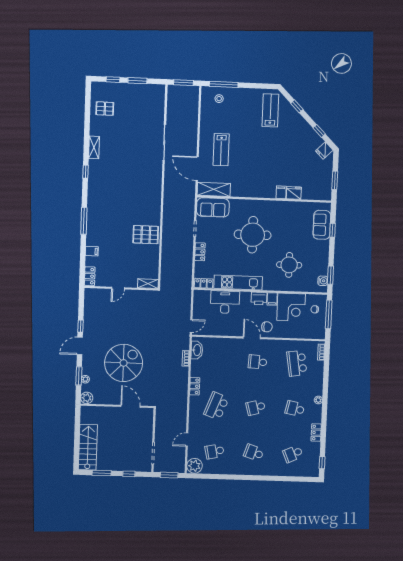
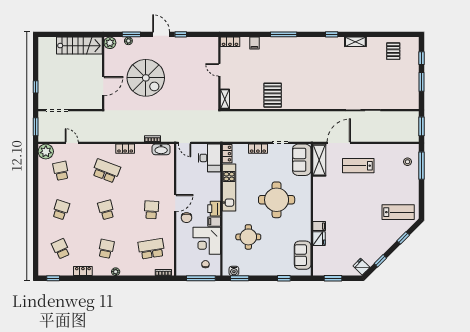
sofa: (322, 225) -> (303, 255), moved, turned -90
desk: (225, 302) -> (209, 158), moved
stairs: (88, 447) -> (79, 46), moved
window: (102, 473) -> (36, 60), removed

